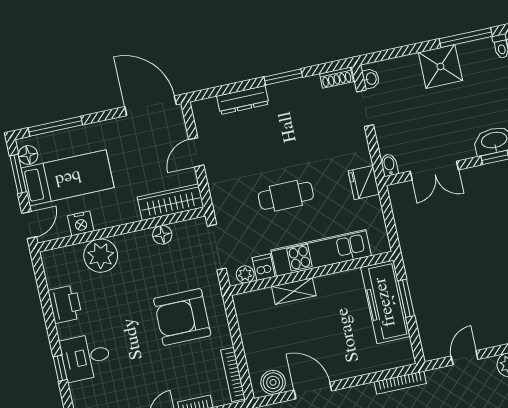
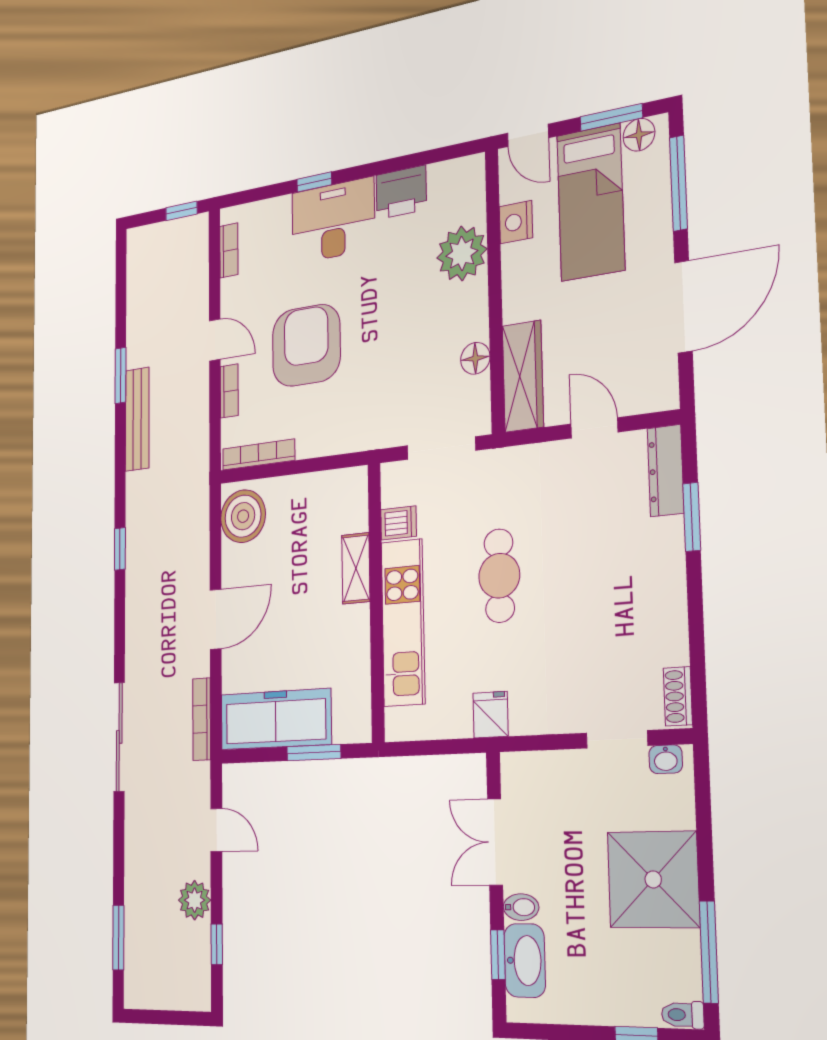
shower: (440, 66) -> (653, 879), width x1.37, depth x1.37
window: (283, 77) -> (692, 517), moved
dresser: (243, 100) -> (666, 471), moved
door: (151, 106) -> (683, 307), moved
bidet: (389, 165) -> (521, 907), moved
fridge: (364, 183) -> (491, 715), width x0.72
plant: (245, 274) -> (393, 491), removed
freezer: (385, 302) -> (276, 719), moved
armchair: (182, 317) -> (306, 345), moved
desk: (86, 357) -> (333, 221), width x1.37
boiler: (273, 382) -> (243, 516), width x1.37, depth x1.37
door: (313, 390) -> (216, 619), moved

